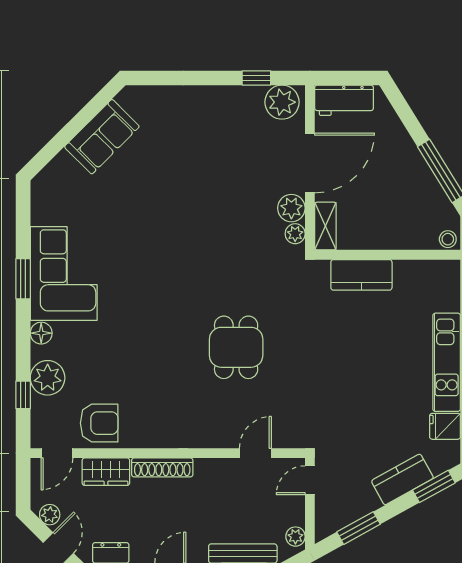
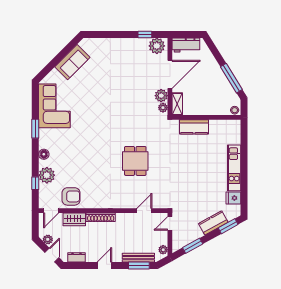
corner sofa: (64, 273) -> (54, 106), moved

